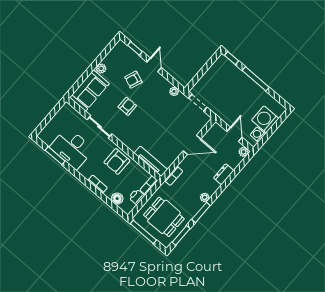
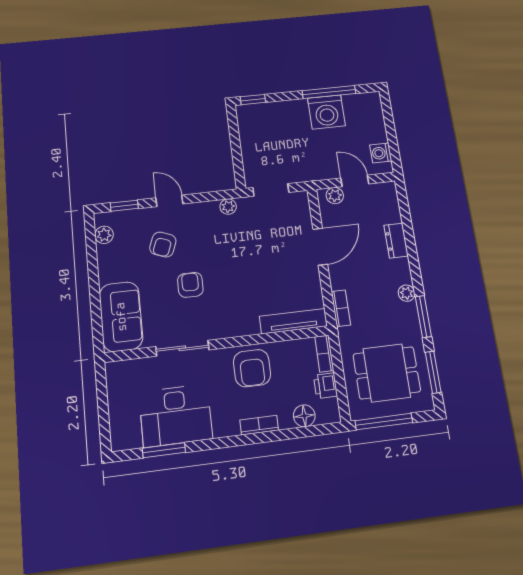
plant: (101, 68) -> (104, 235), moved
window: (256, 79) -> (329, 92), moved
washing machine: (265, 119) -> (326, 112), moved, turned -90
plant: (244, 152) -> (335, 196), moved

